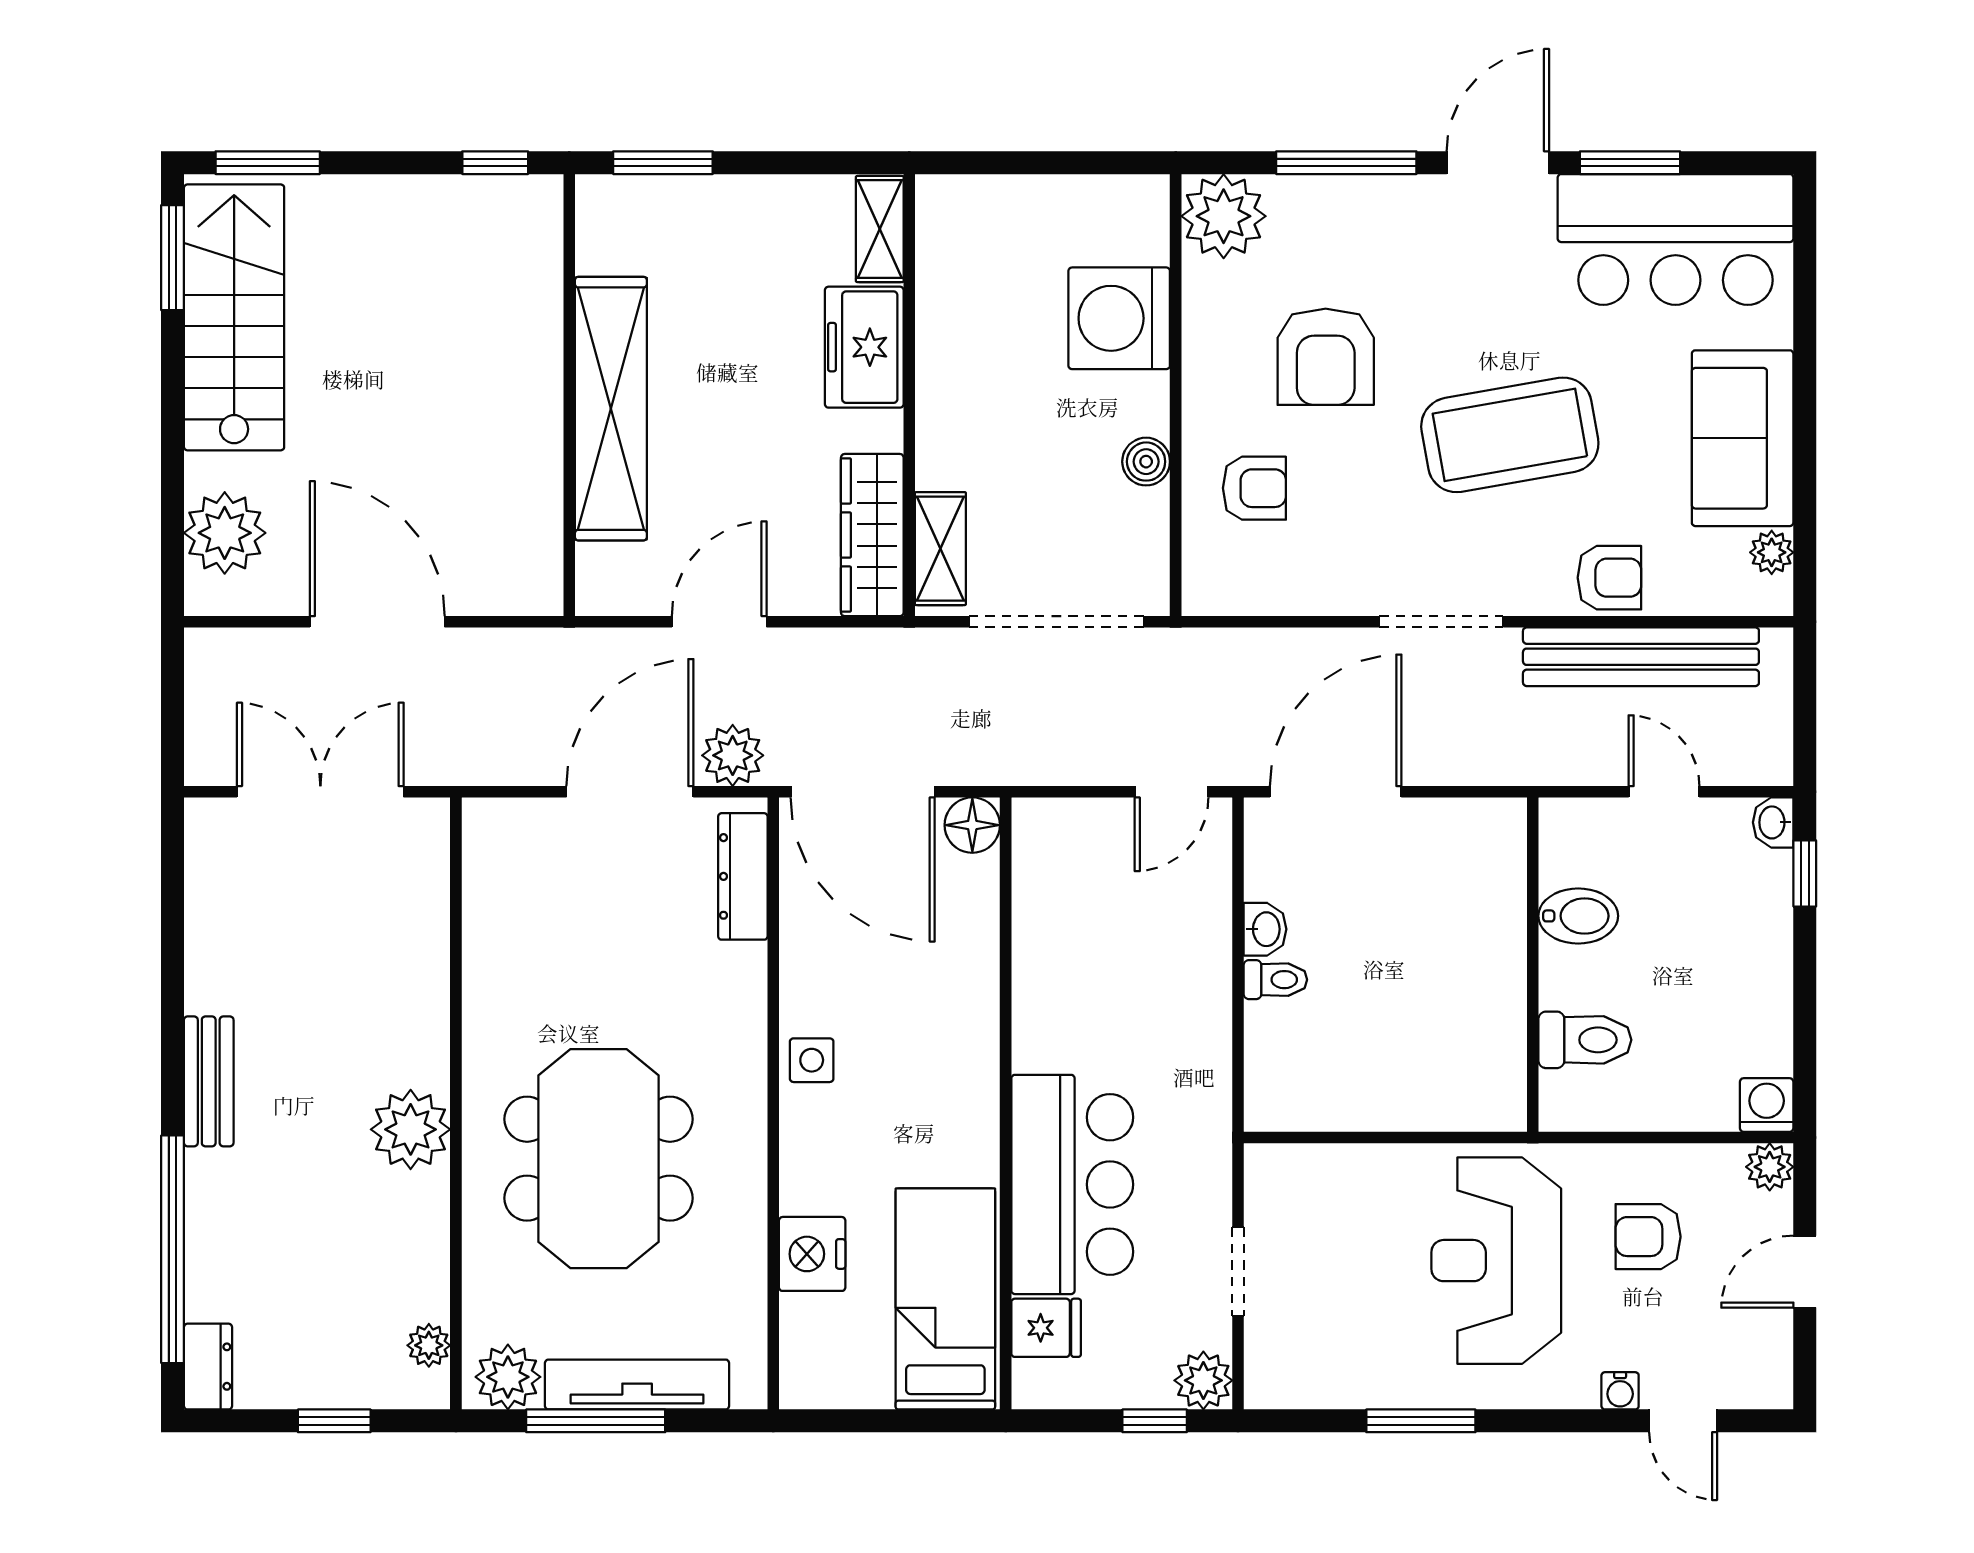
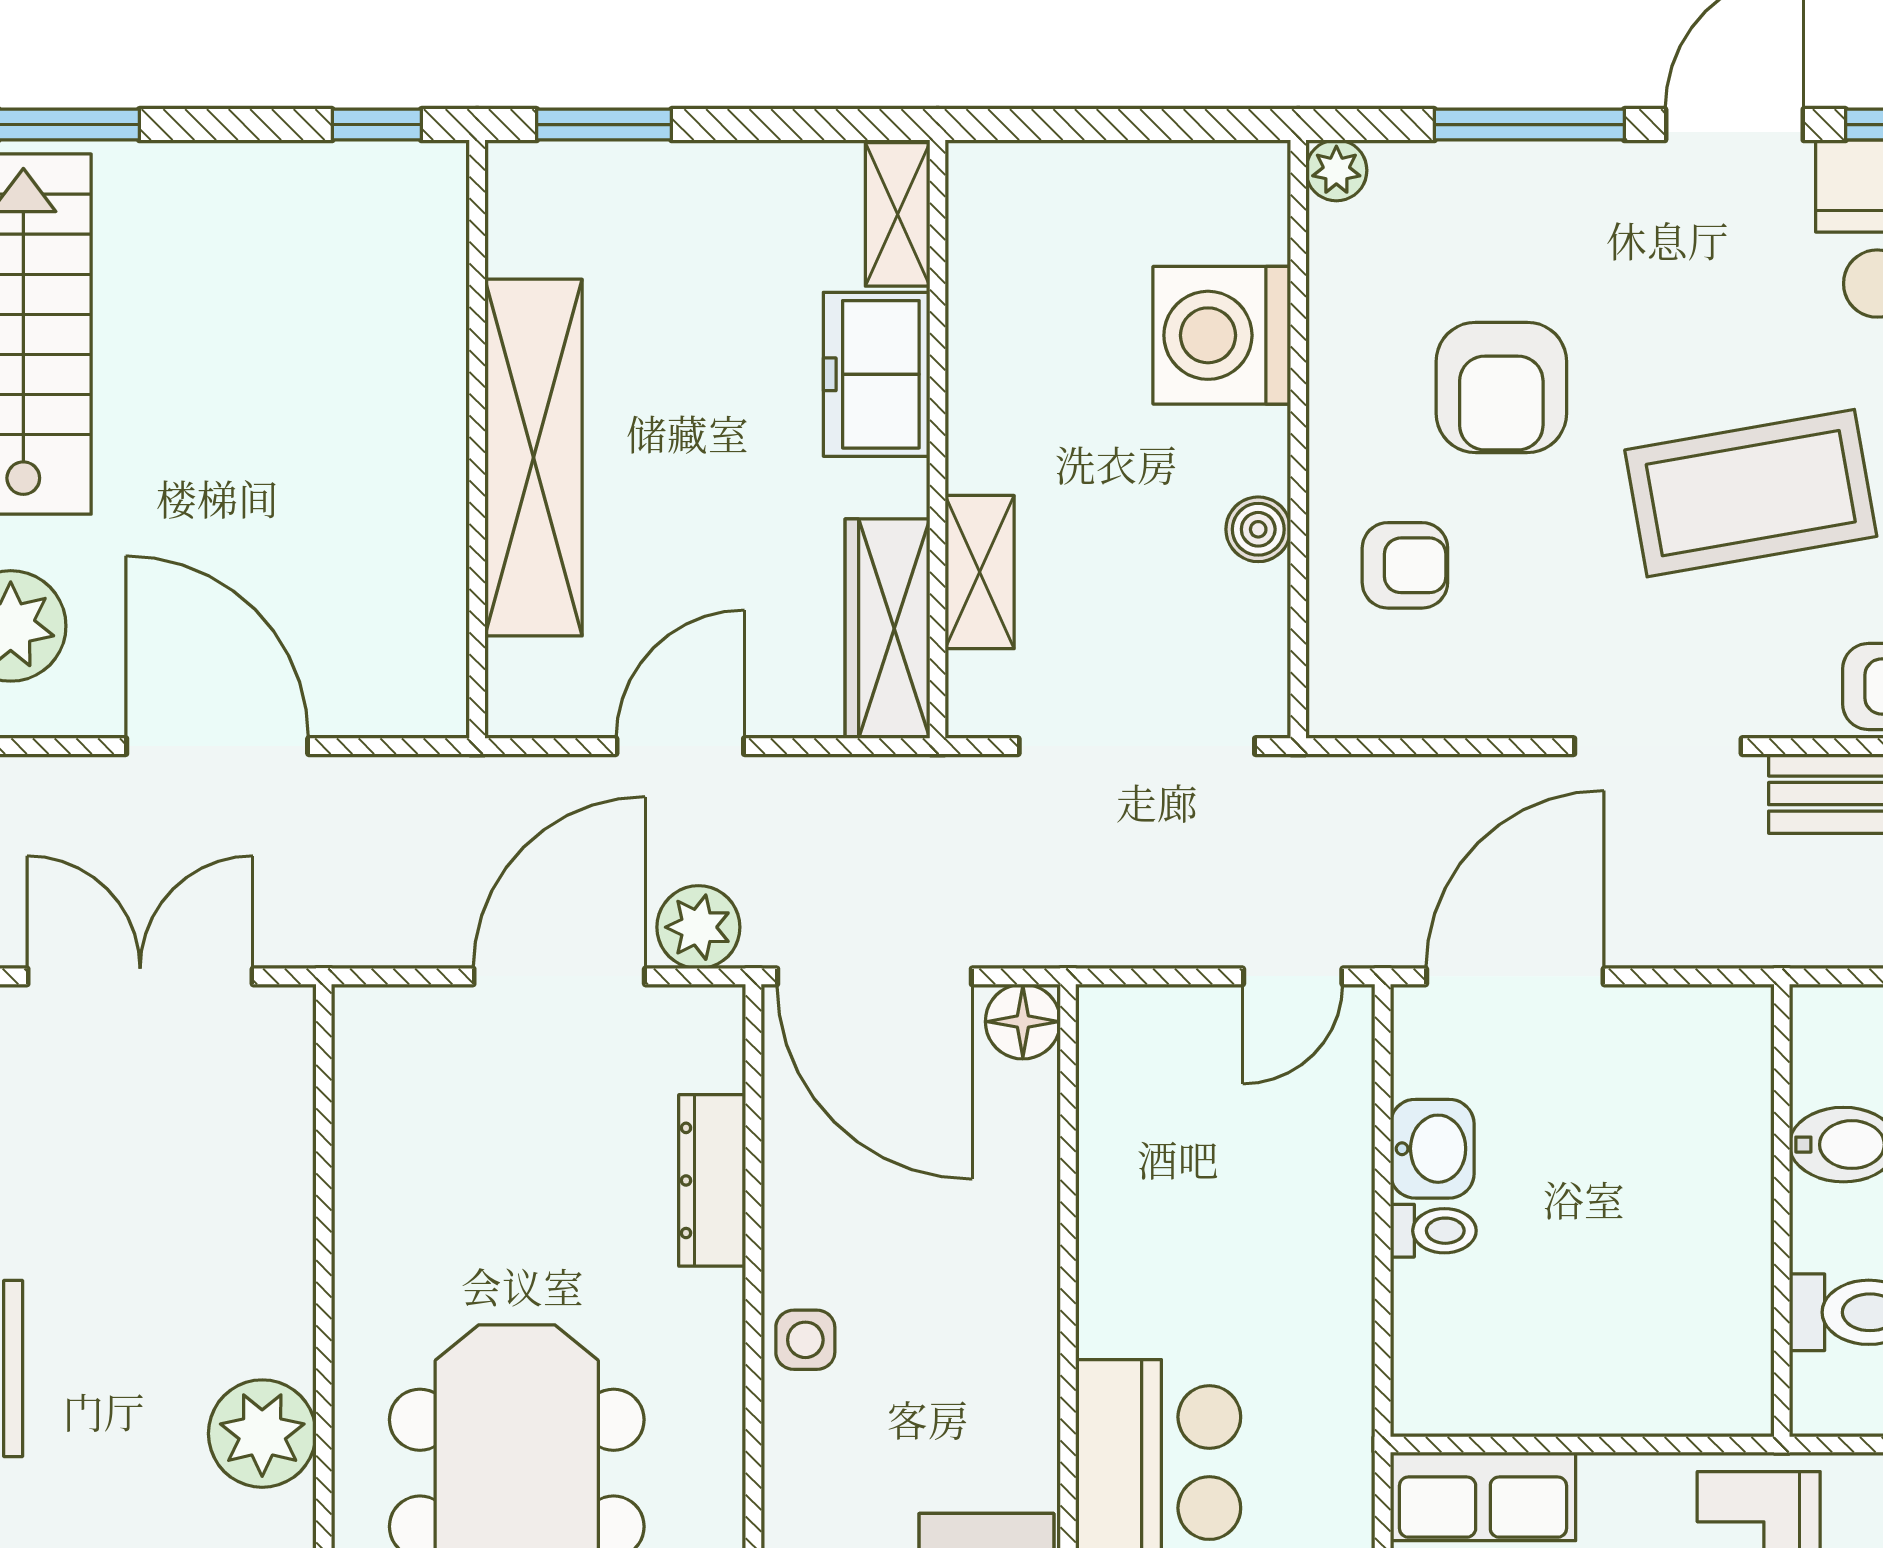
plant: (1224, 216) -> (1336, 170), width x0.53, depth x0.53
shelving: (940, 549) -> (980, 572), moved
dresser: (743, 876) -> (712, 1180), moved
washbasin: (1265, 929) -> (1432, 1149), width x1.38, depth x1.45
row of seats: (1312, 1176) -> (1483, 1496), added

